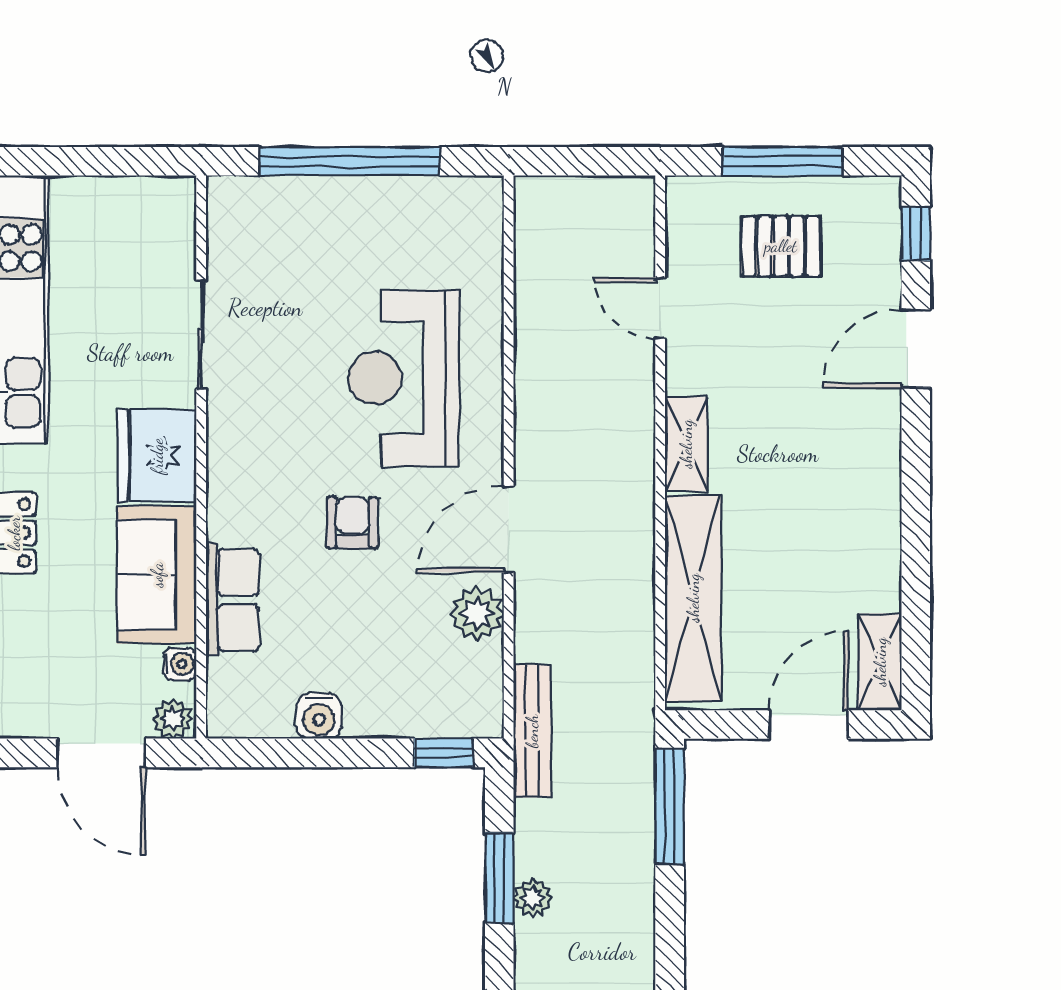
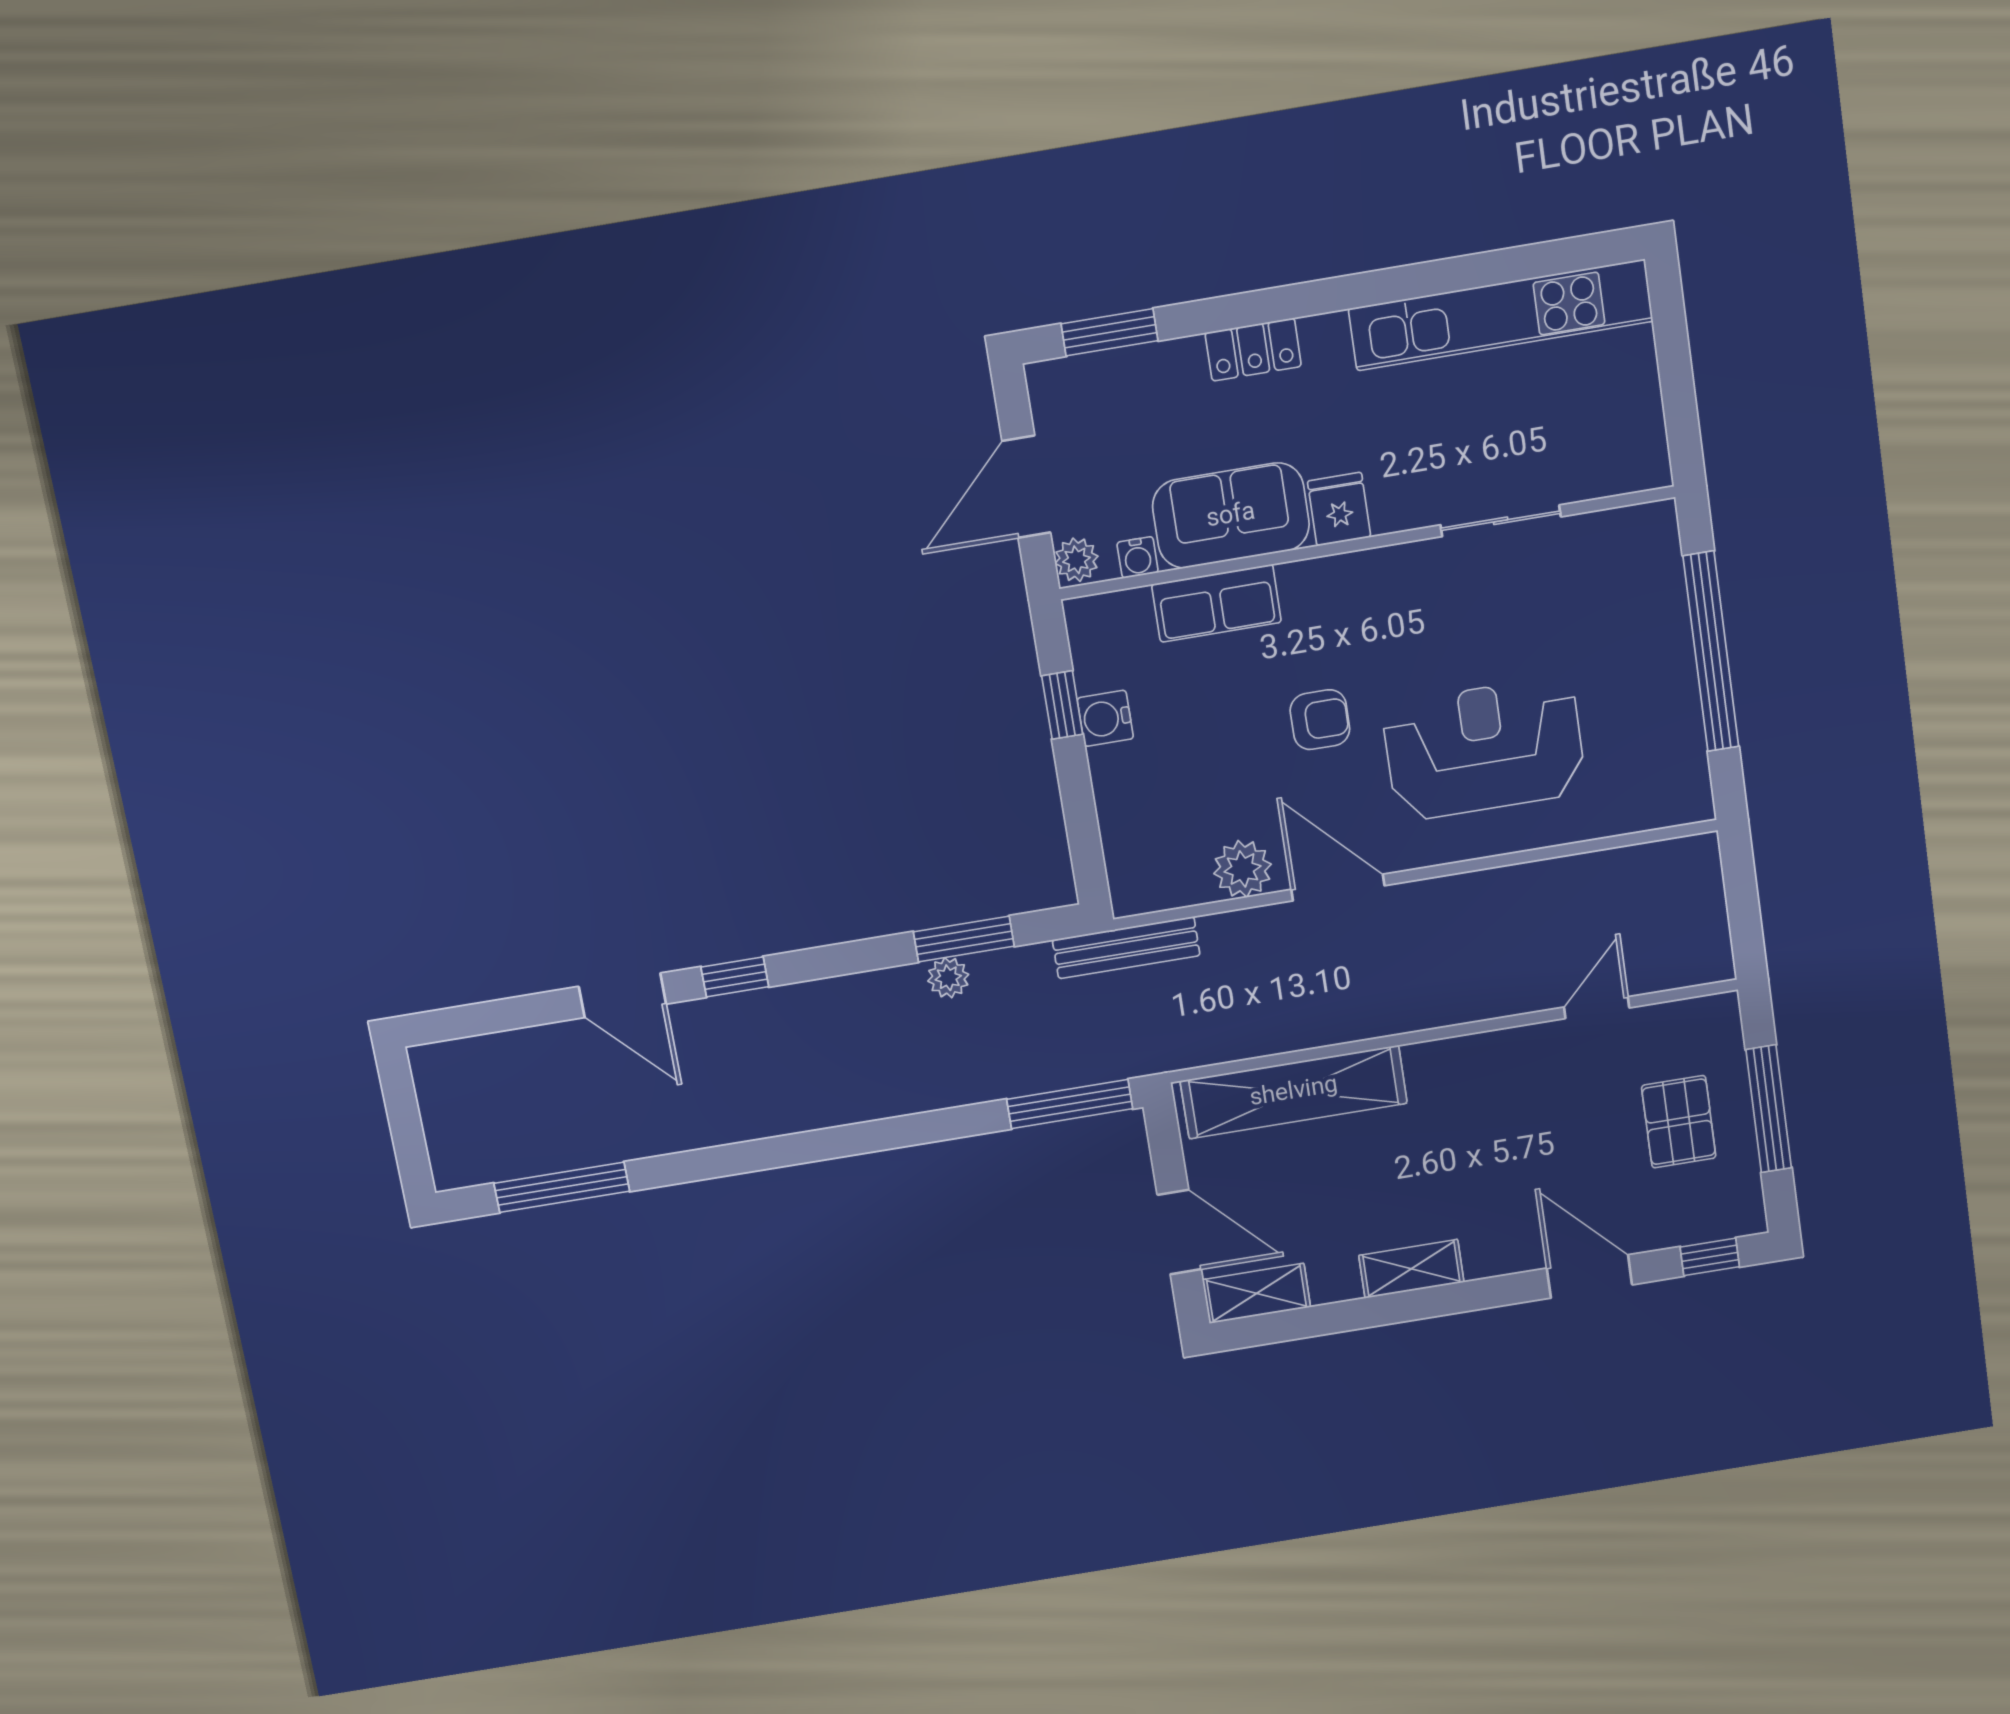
shelving: (686, 444) -> (1411, 1269), moved
fridge: (157, 456) -> (1339, 509), width x0.53, depth x0.75
window: (443, 753) -> (1062, 705), moved

